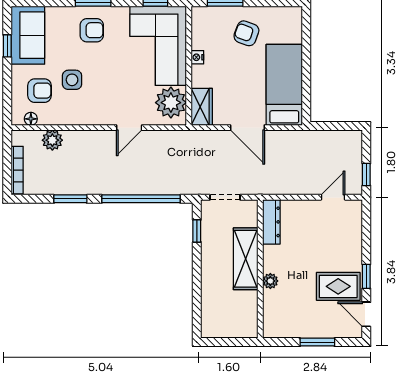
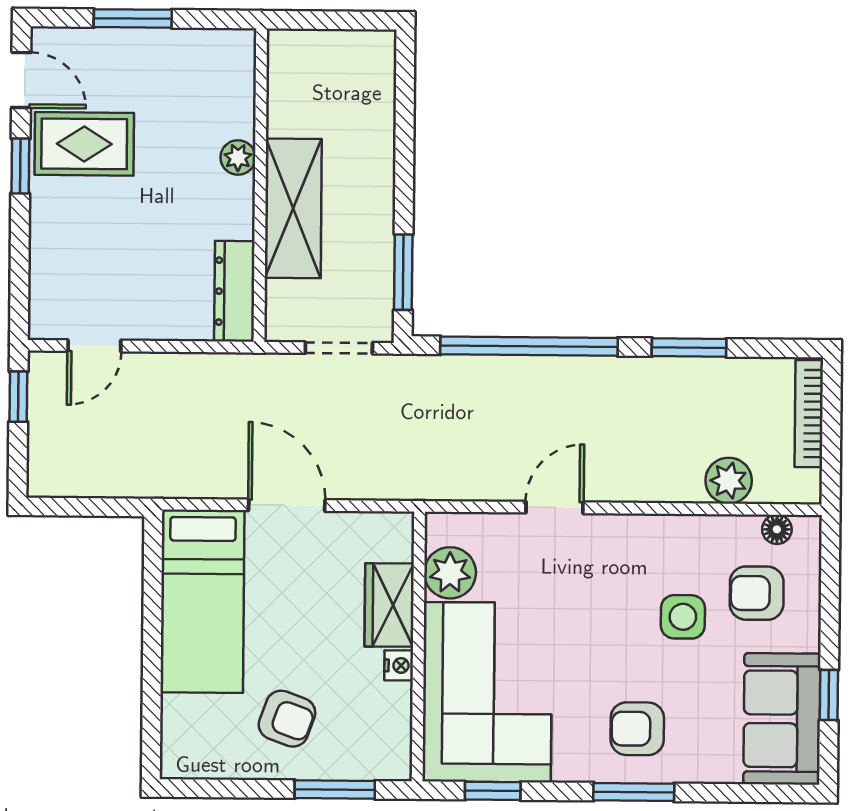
plant: (171, 103) -> (450, 573), width x0.73, depth x0.73
wardrobe: (202, 107) -> (389, 605), moved
window: (197, 231) -> (403, 272), width x1.50

